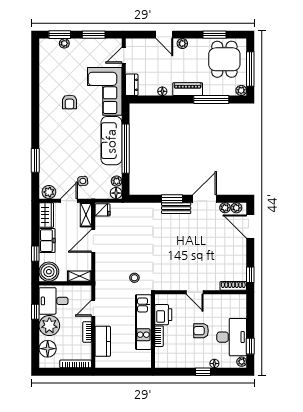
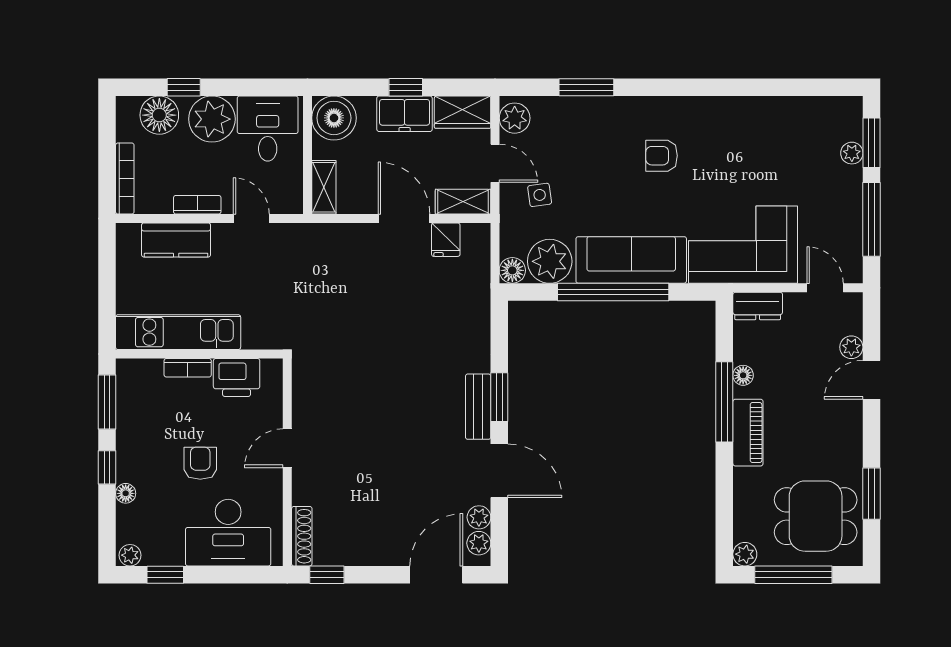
window: (94, 35) -> (871, 219), width x1.44
plant: (182, 44) -> (851, 347), moved
window: (211, 100) -> (724, 402), moved
armchair: (70, 102) -> (662, 156), moved
plant: (117, 181) -> (550, 261), width x1.88, depth x1.88
fridge: (103, 210) -> (446, 240), moved
window: (35, 254) -> (406, 87), moved
stool: (134, 278) -> (320, 312), removed
window: (35, 312) -> (184, 87), moved
kitchen unit: (143, 322) -> (178, 332), moved
desk: (232, 337) -> (228, 533), moved
window: (174, 372) -> (107, 402), added

